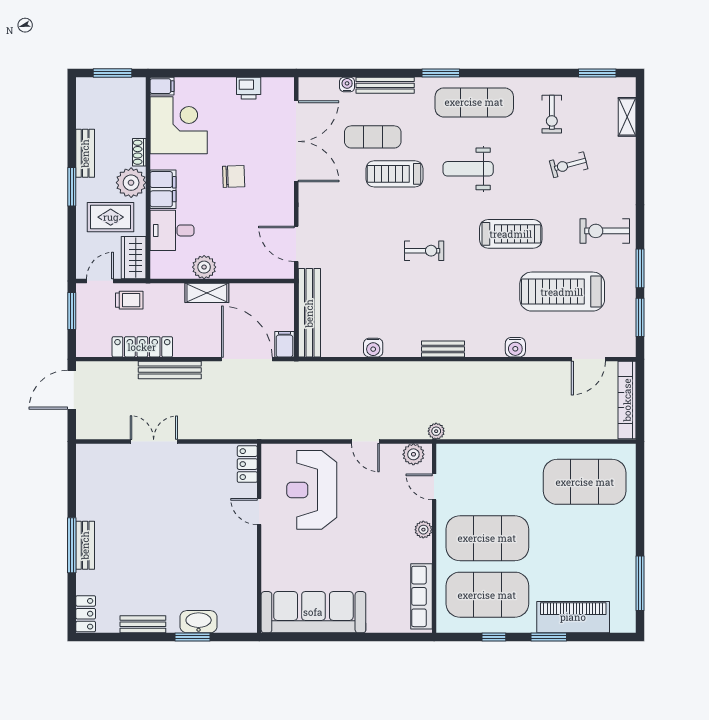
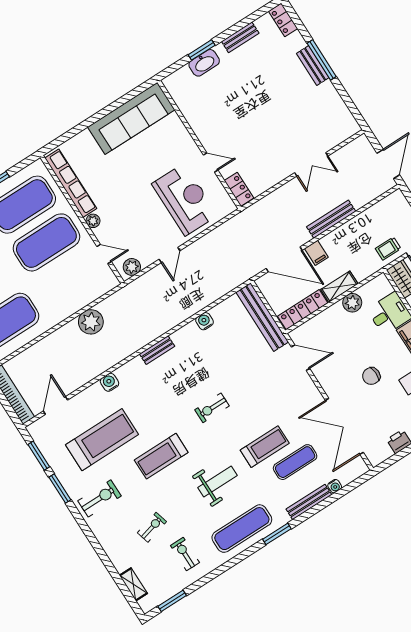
filing cabinet: (284, 344) -> (316, 253), moved
locker: (142, 347) -> (303, 310), moved, turned 180
plant: (436, 431) -> (91, 322), moved, width x1.87, depth x1.87
door: (365, 442) -> (170, 255), swing flipped
row of seats: (421, 596) -> (71, 183), width x1.36

